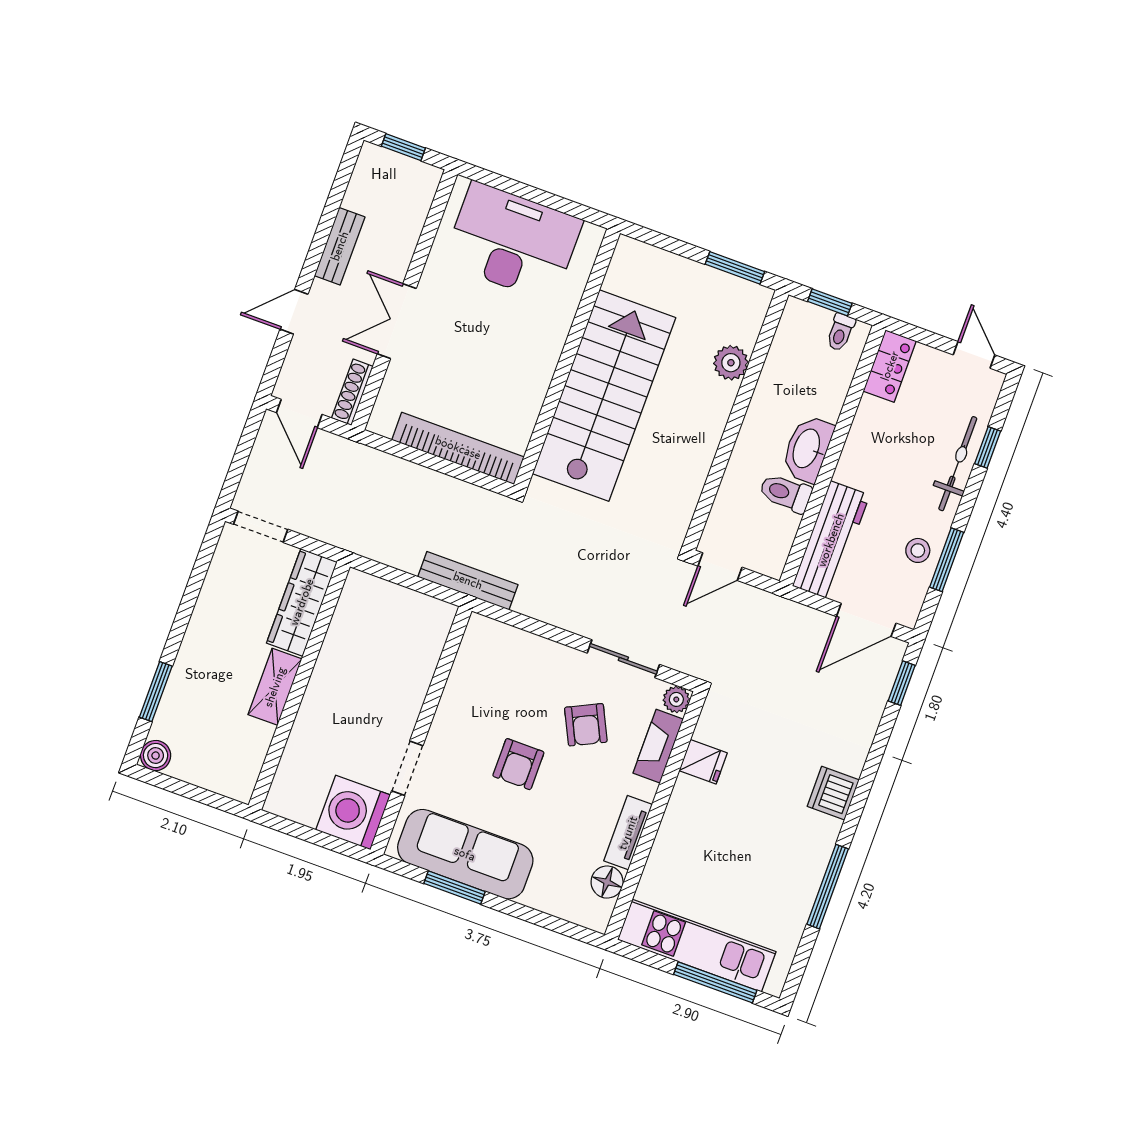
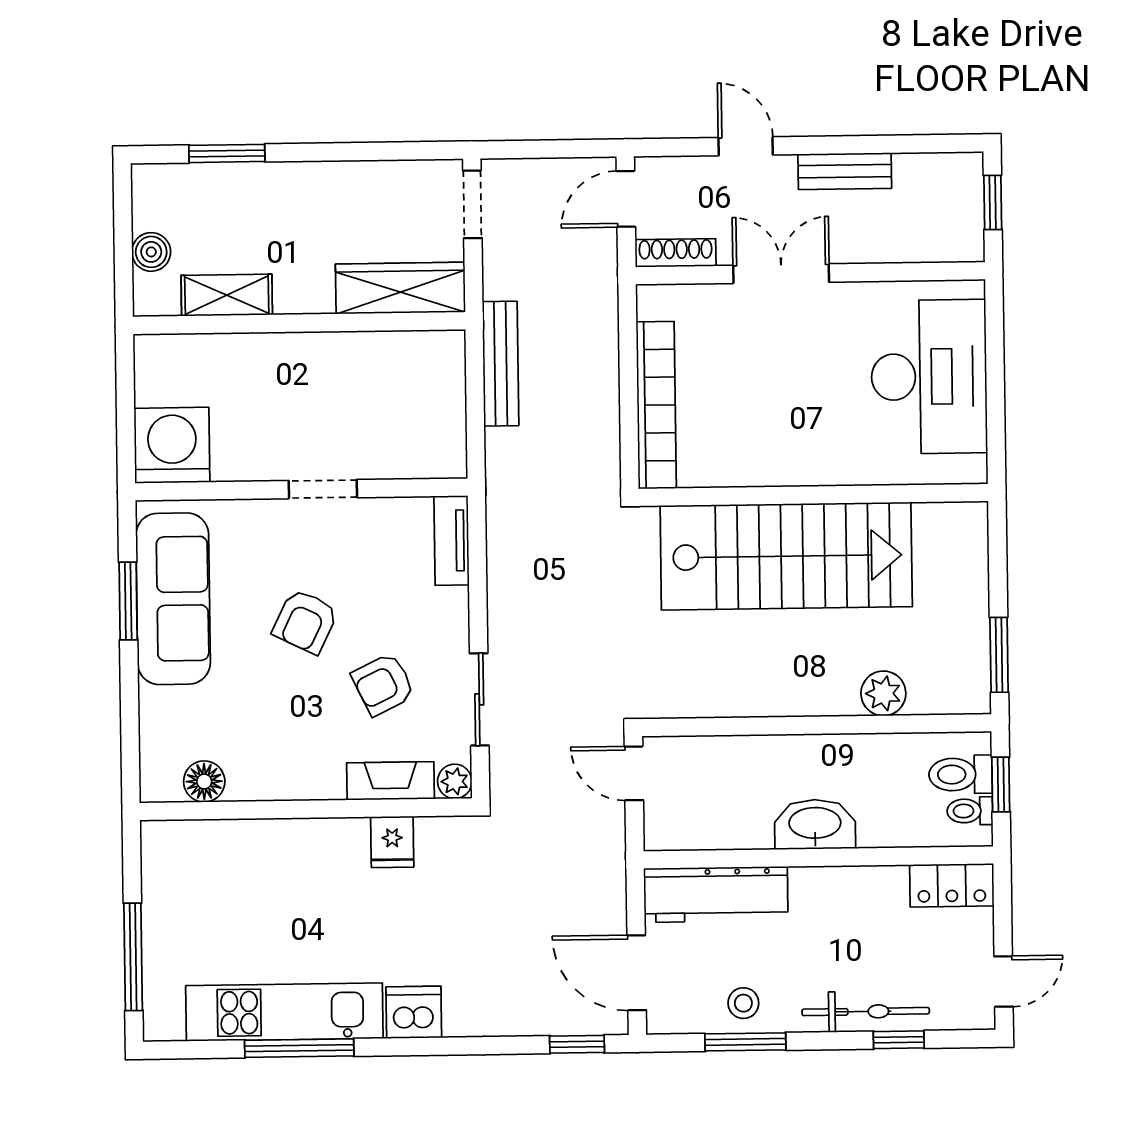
toilet: (785, 493) -> (961, 774), moved, turned -90
bench: (468, 581) -> (501, 364), moved
shelving: (275, 687) -> (227, 295), moved
boiler: (156, 756) -> (151, 252), moved
armchair: (518, 764) -> (305, 621), turned -64
doorway: (407, 768) -> (323, 489), moved
tv unit: (628, 833) -> (451, 541), moved, turned -90
kitchen unit: (697, 946) -> (284, 1012), moved, turned -90

